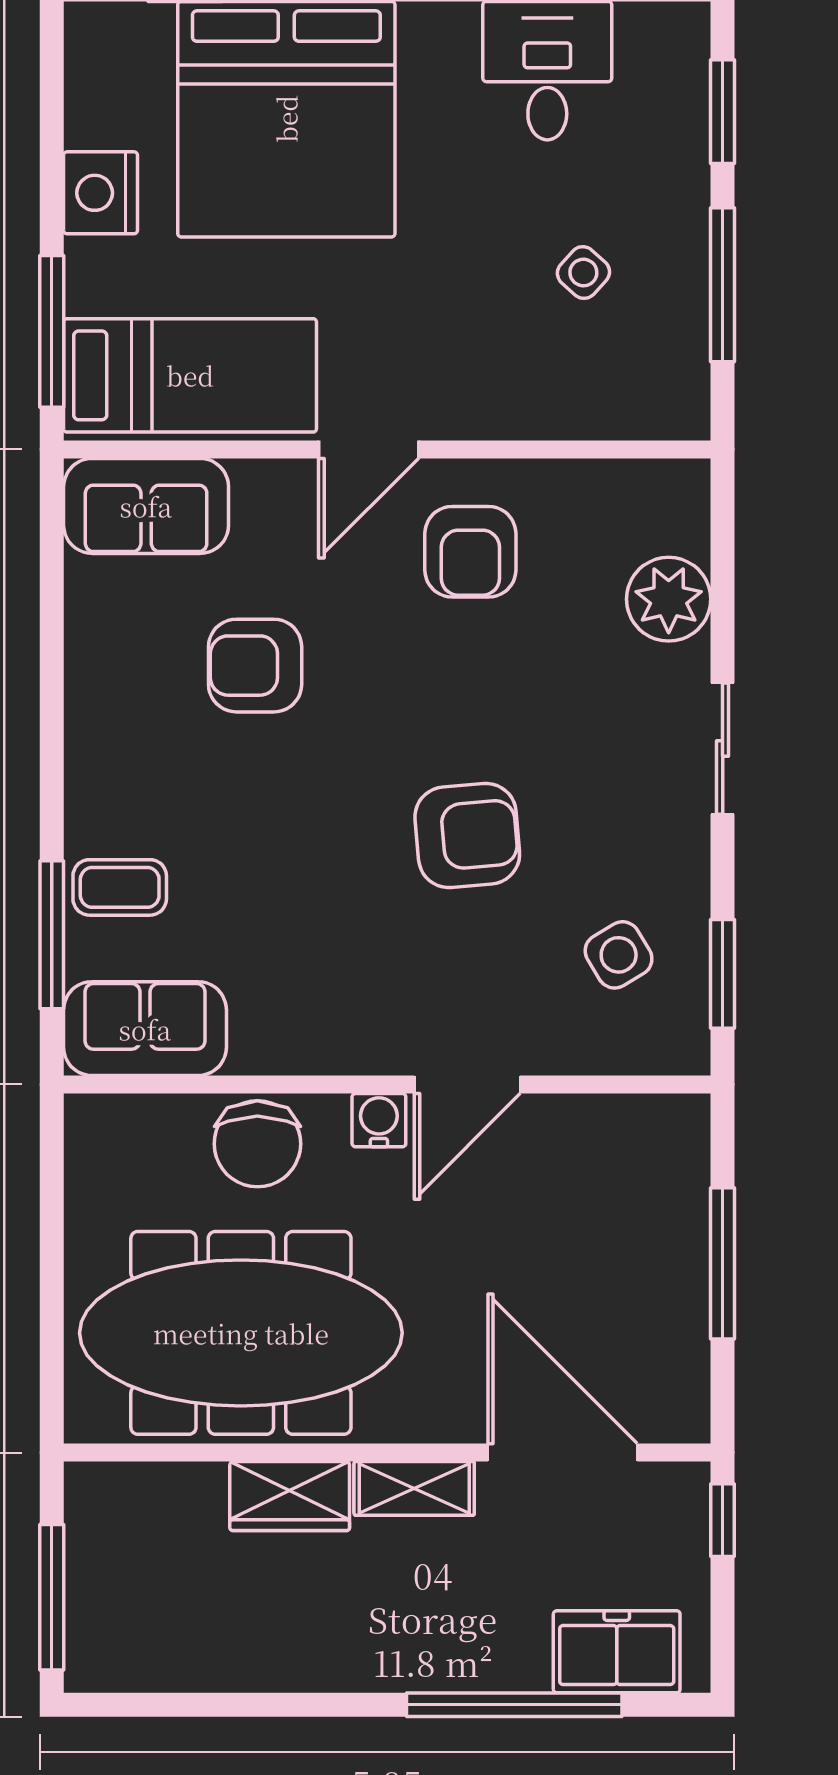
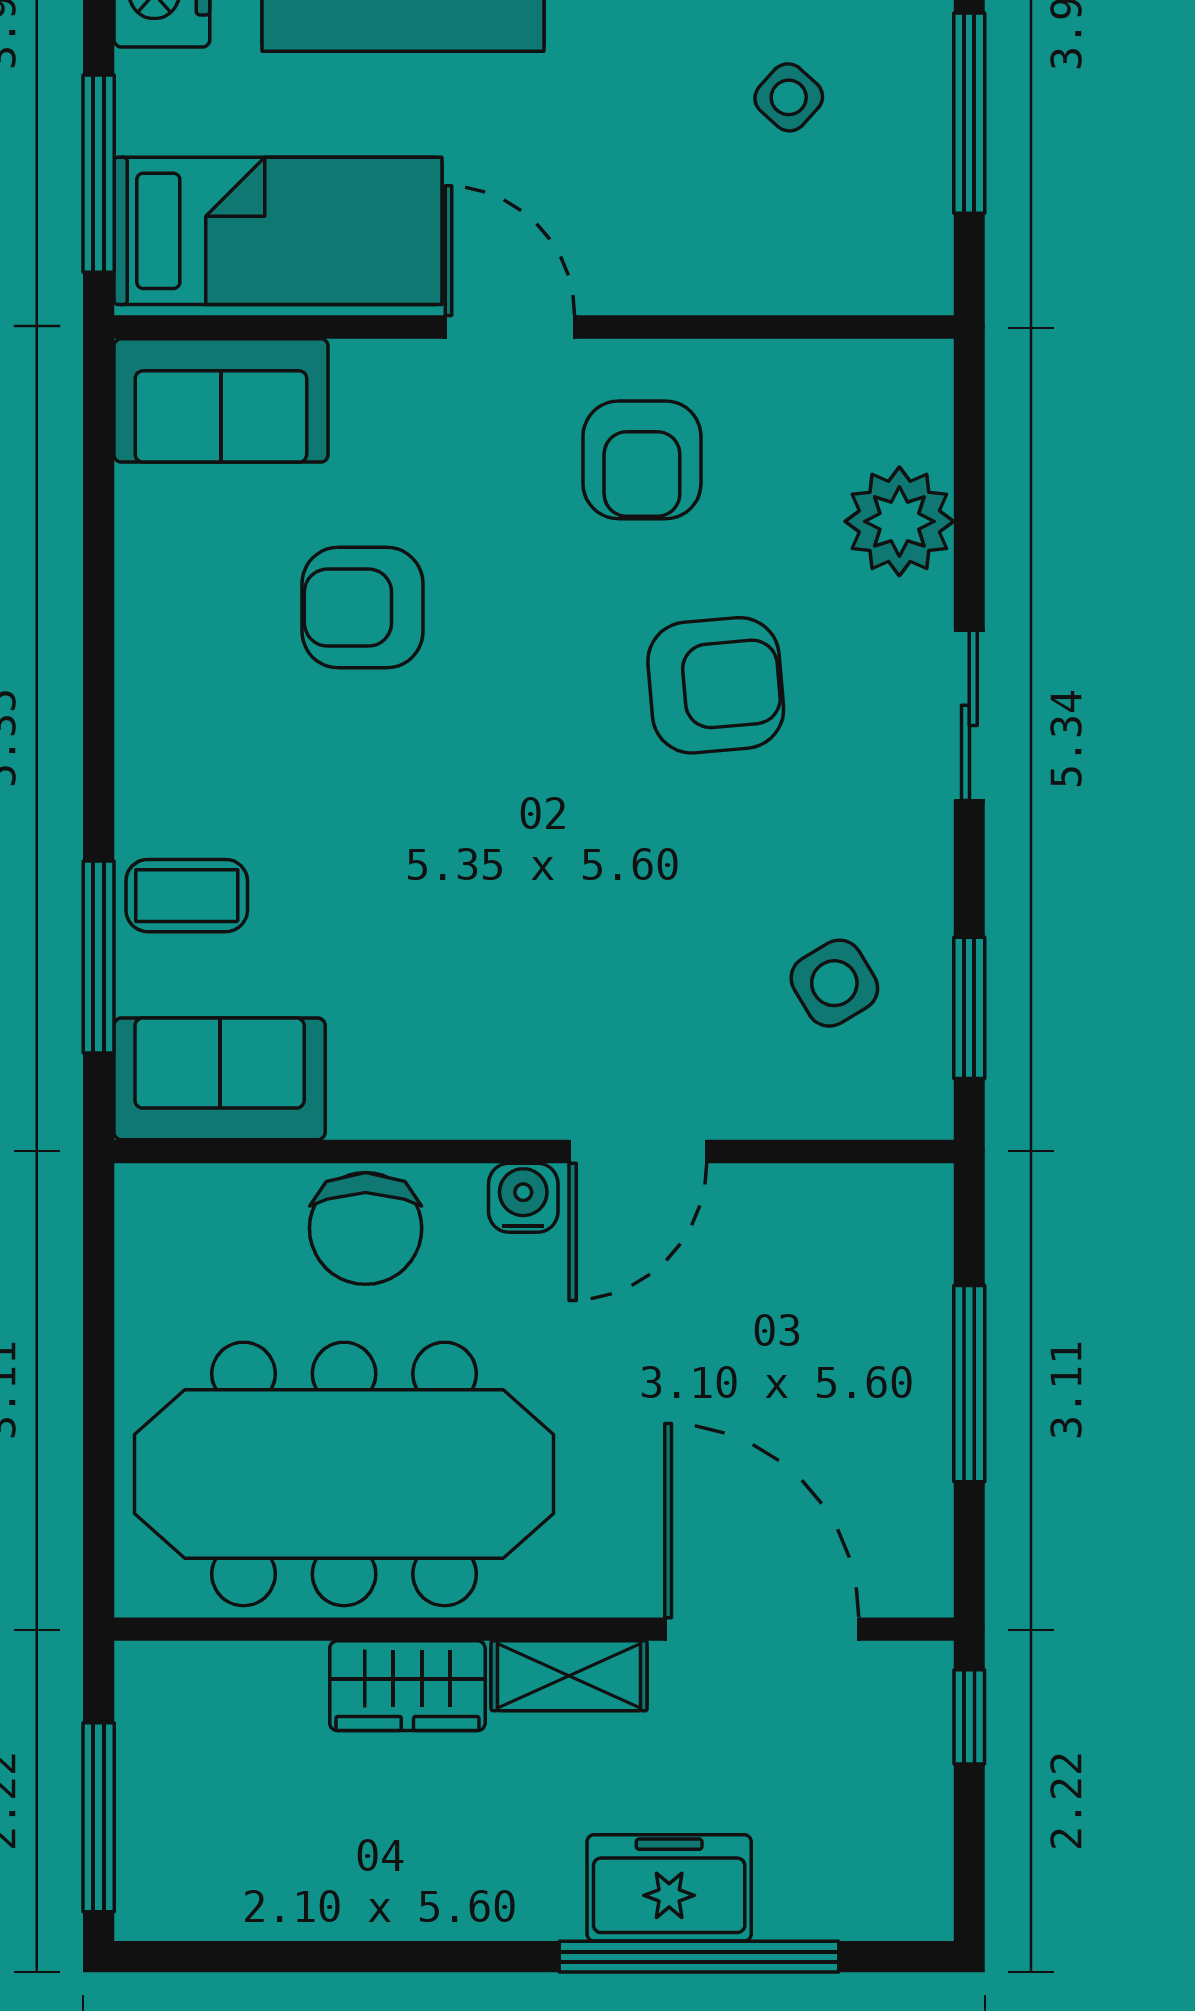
door: (369, 449) -> (510, 327), swing flipped
armchair: (467, 835) -> (716, 685), moved
freezer: (617, 1652) -> (669, 1888), moved

